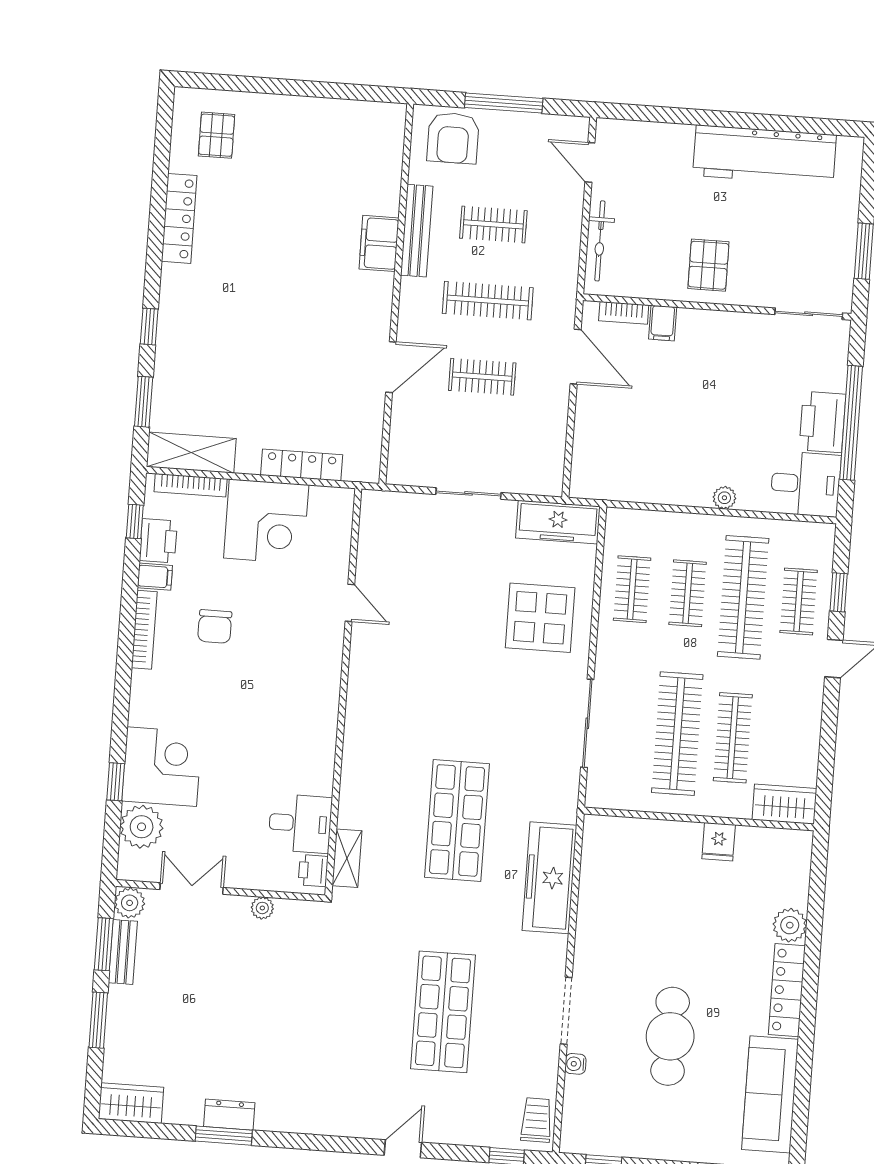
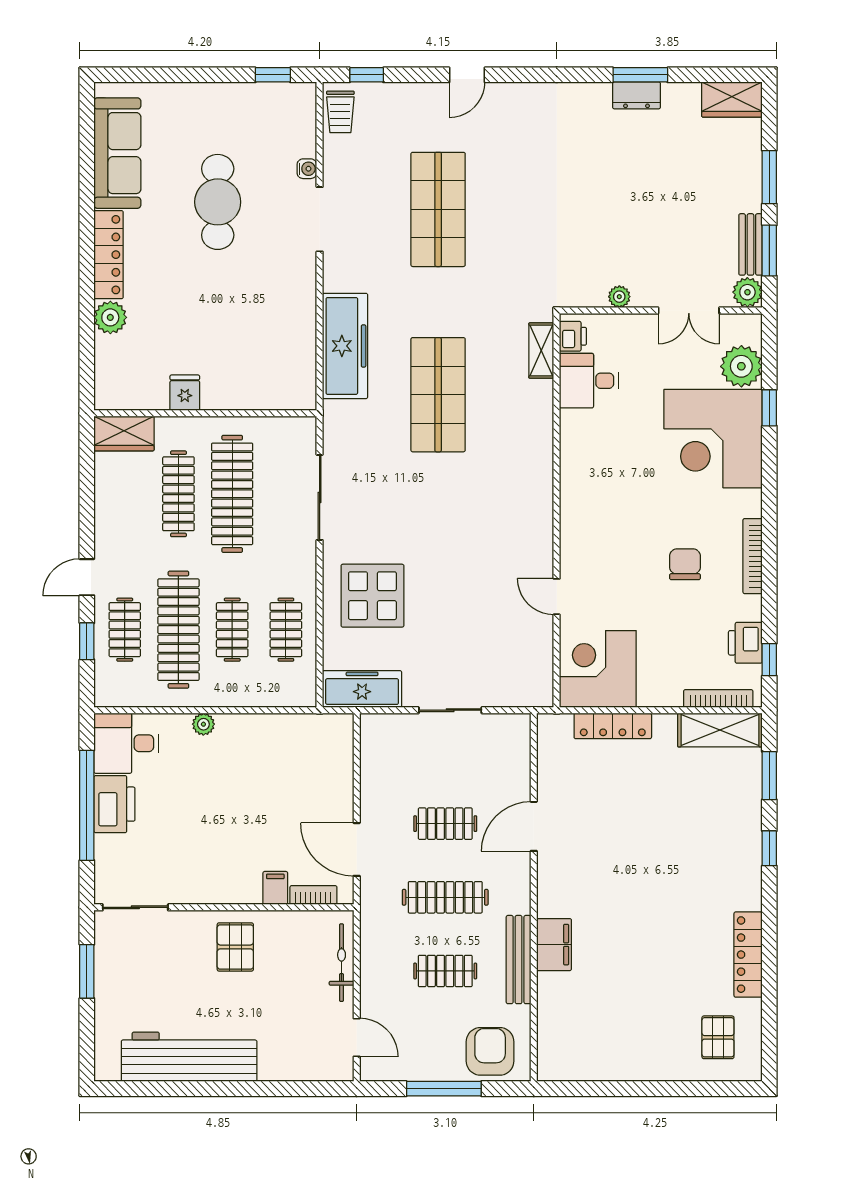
corner desk: (266, 521) -> (598, 669), moved
filing cabinet: (155, 577) -> (746, 608), removed
corner desk: (162, 767) -> (713, 439), width x1.36, depth x1.36

